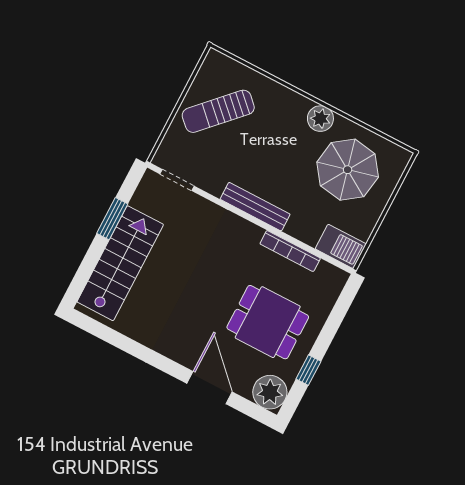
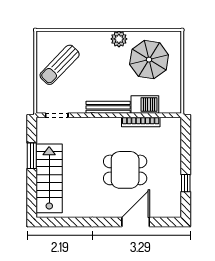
barbecue: (341, 246) -> (145, 105), moved
dining table: (268, 322) -> (125, 170), moved
door: (209, 388) -> (136, 222), hinge flipped
plant: (270, 392) -> (171, 207), removed

